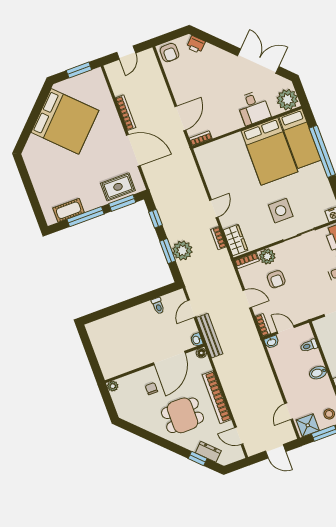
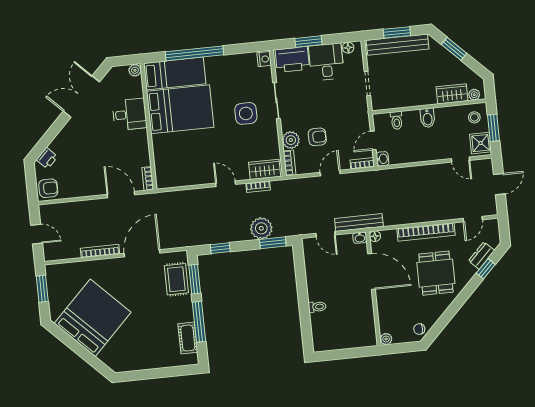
plant: (287, 100) -> (135, 70), width x0.53, depth x0.53
window: (168, 251) -> (273, 243), moved
toilet: (158, 306) -> (317, 307), moved
chair: (151, 389) -> (419, 329), moved

